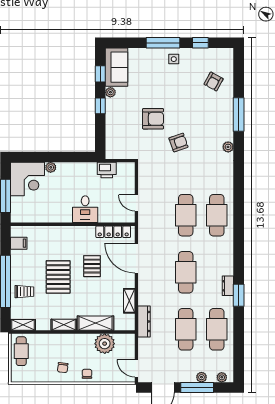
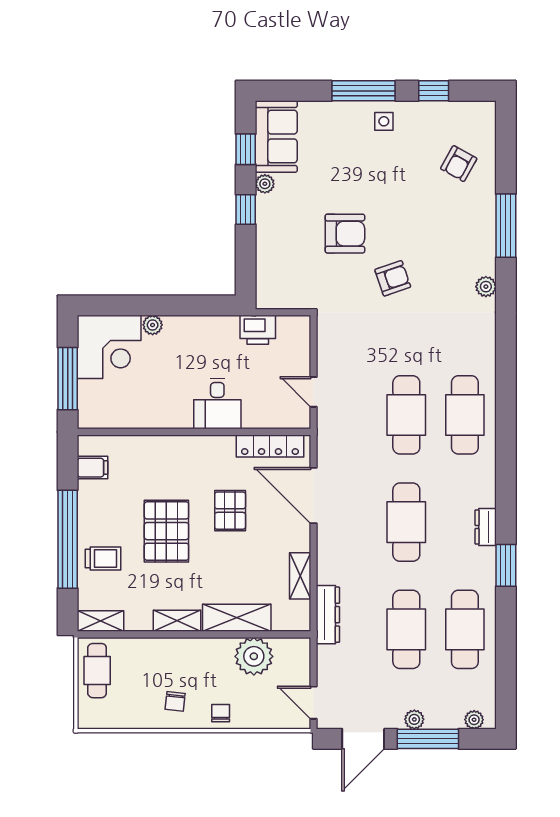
dresser: (228, 286) -> (486, 527), moved
plant: (201, 377) -> (414, 719), moved

